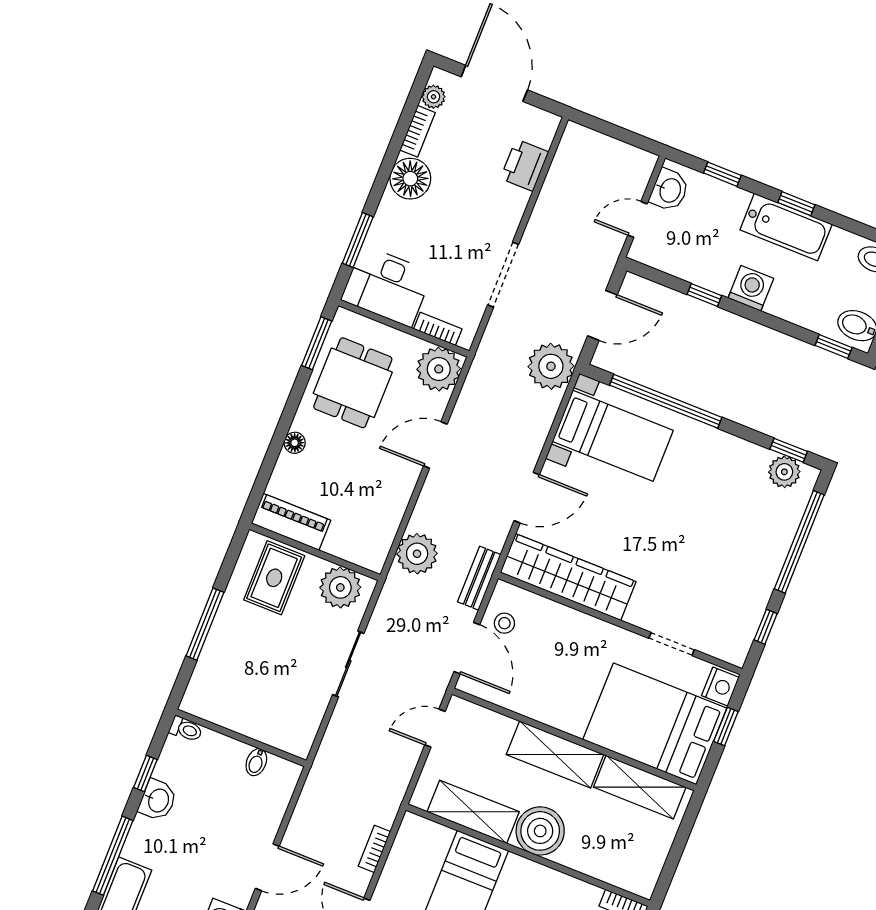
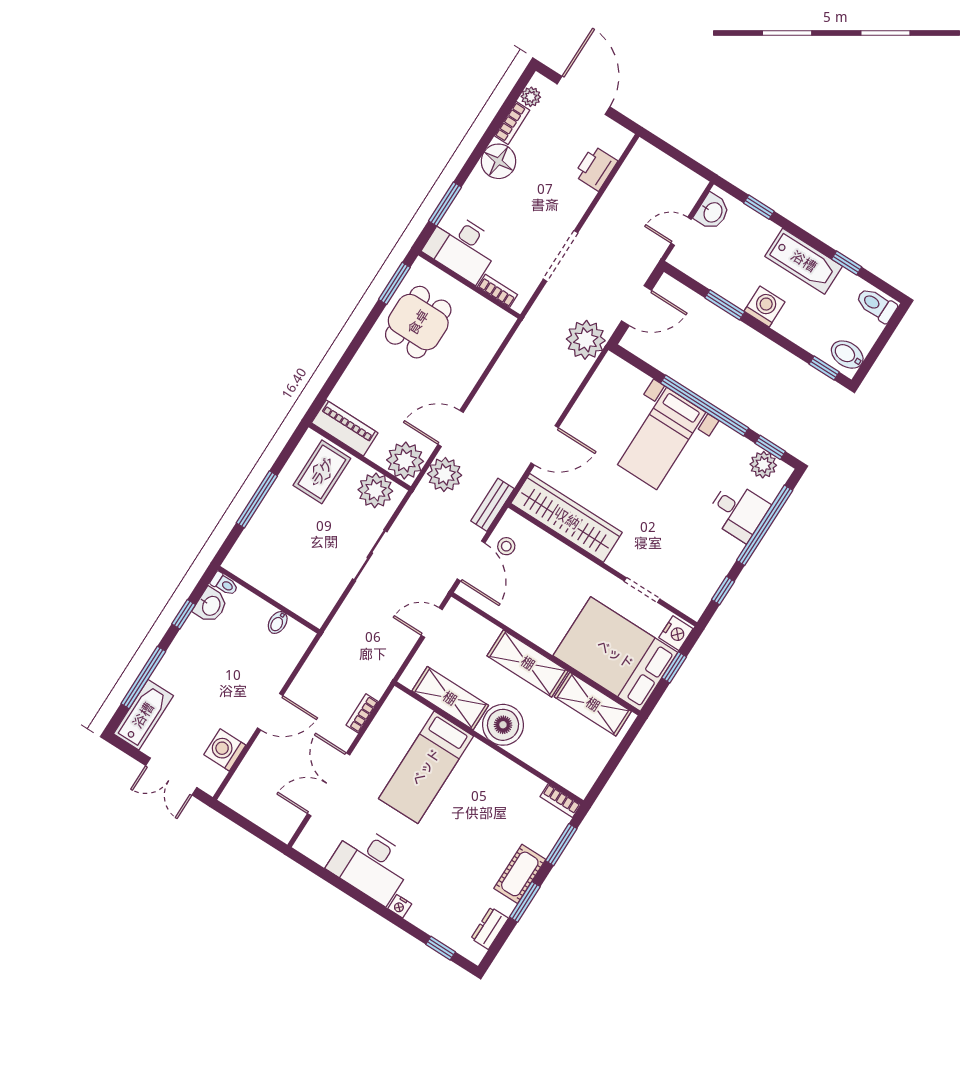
window: (796, 204) -> (847, 263), moved
window: (704, 295) -> (725, 305), width x1.50
plant: (439, 369) -> (405, 461), moved
window: (666, 401) -> (705, 406), moved
bed with nightstands: (613, 436) -> (662, 438), moved, turned 90
floor lamp: (295, 443) -> (360, 363), removed
door: (435, 445) -> (451, 428), moved
desk: (765, 531) -> (738, 511), added
washbasin: (158, 800) -> (211, 605), moved

